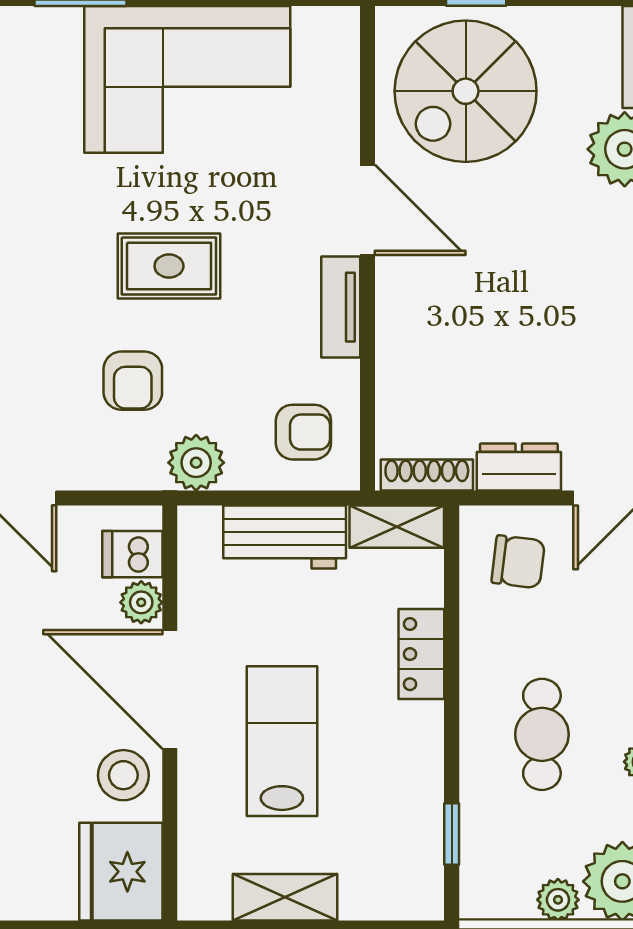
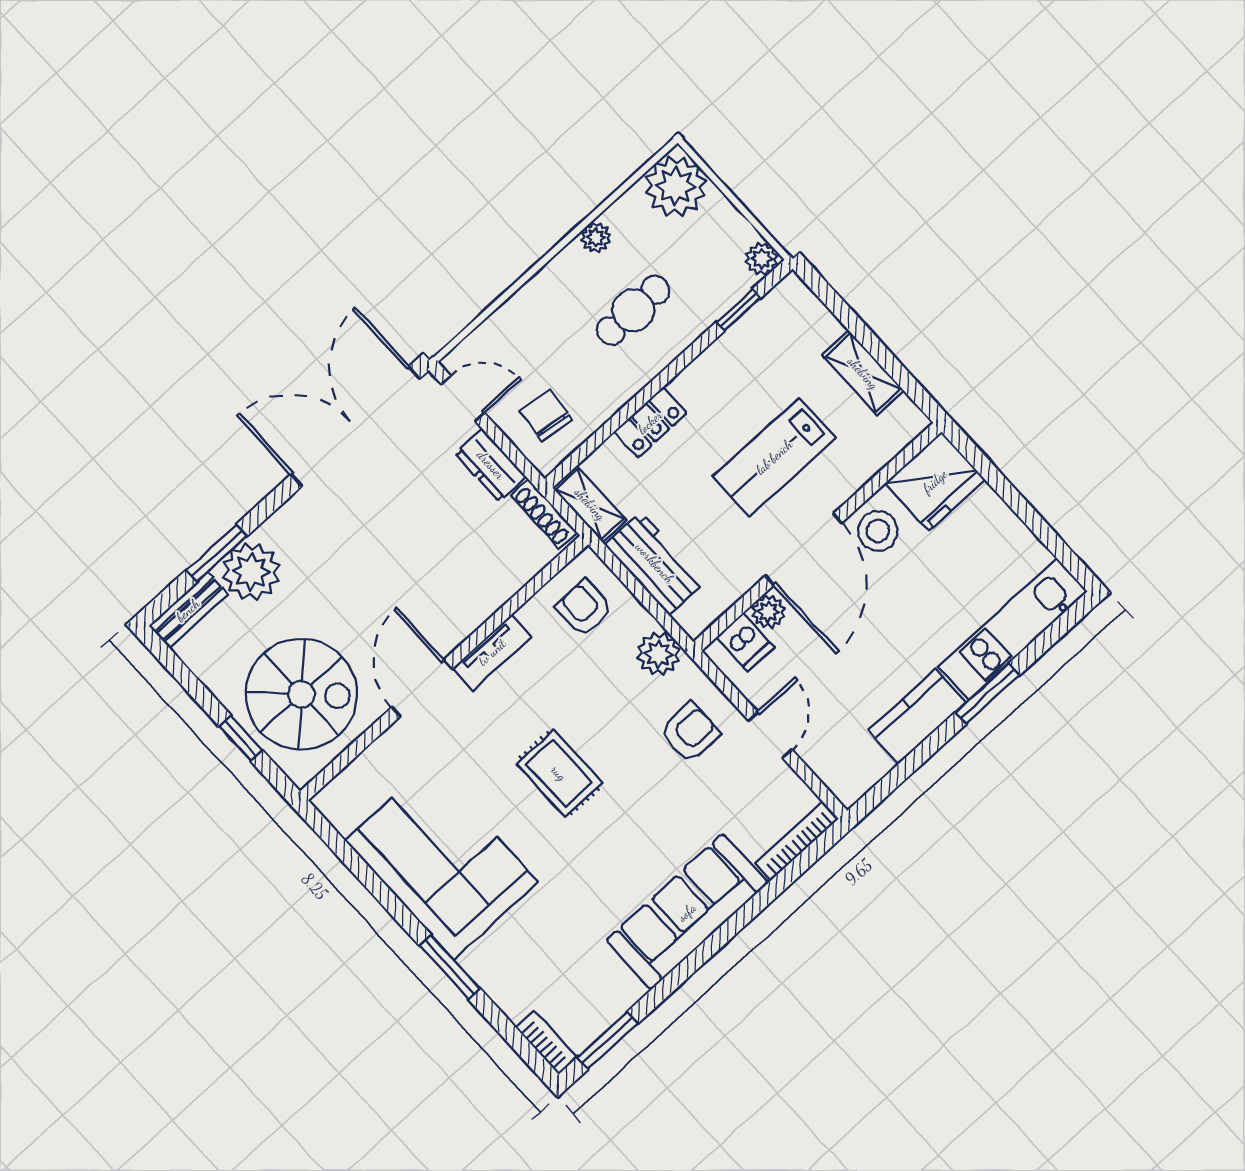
armchair: (133, 381) -> (690, 732), moved
plant: (558, 900) -> (762, 259), moved

